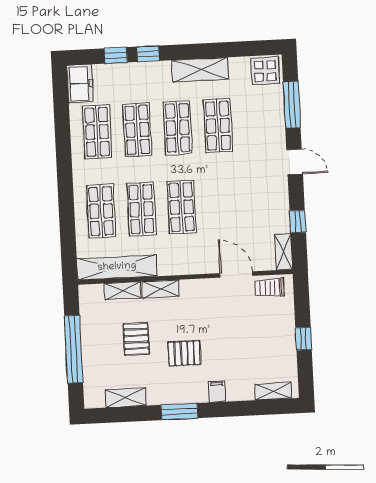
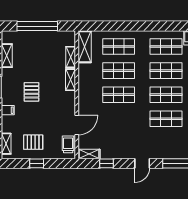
shelving: (117, 267) -> (85, 47), width x0.68
pallet: (136, 339) -> (33, 142), moved

